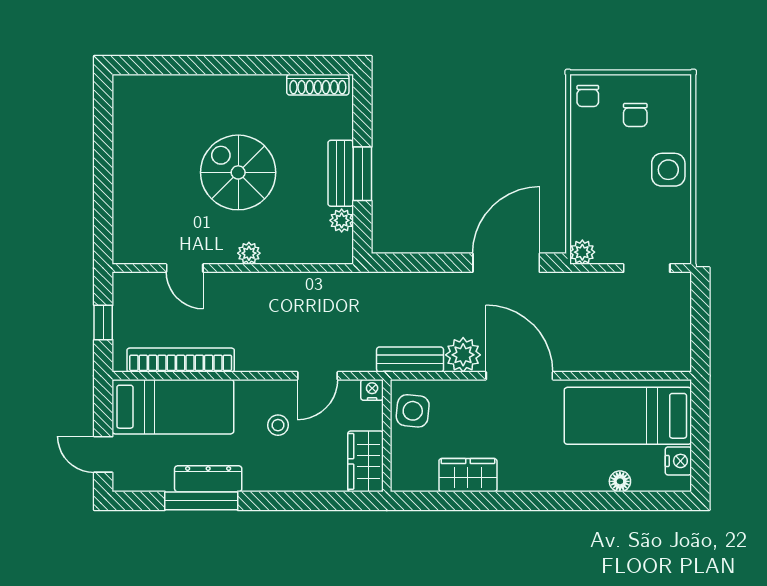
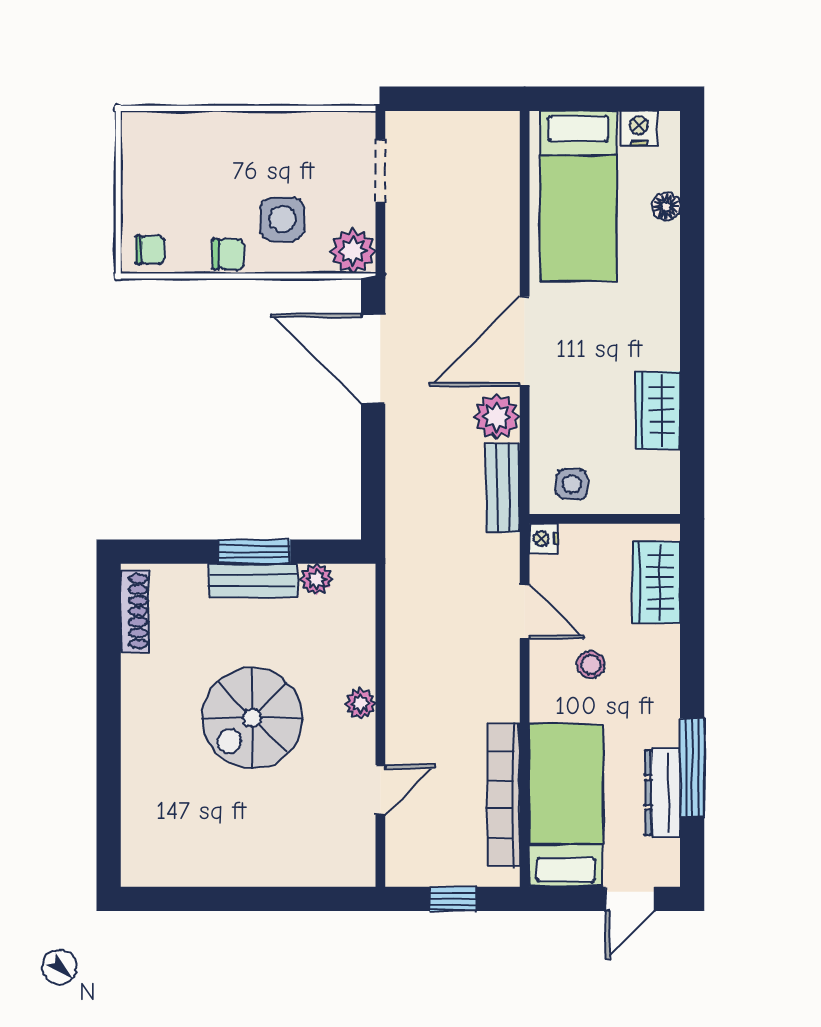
chair: (635, 115) -> (228, 254), moved
side table: (668, 170) -> (282, 219), moved
plant: (582, 252) -> (353, 251), width x1.38, depth x1.38
side table: (413, 411) -> (572, 484), width x0.73, depth x0.73
wardrobe: (366, 461) -> (656, 583), moved, turned 90
dresser: (208, 479) -> (663, 793), moved

